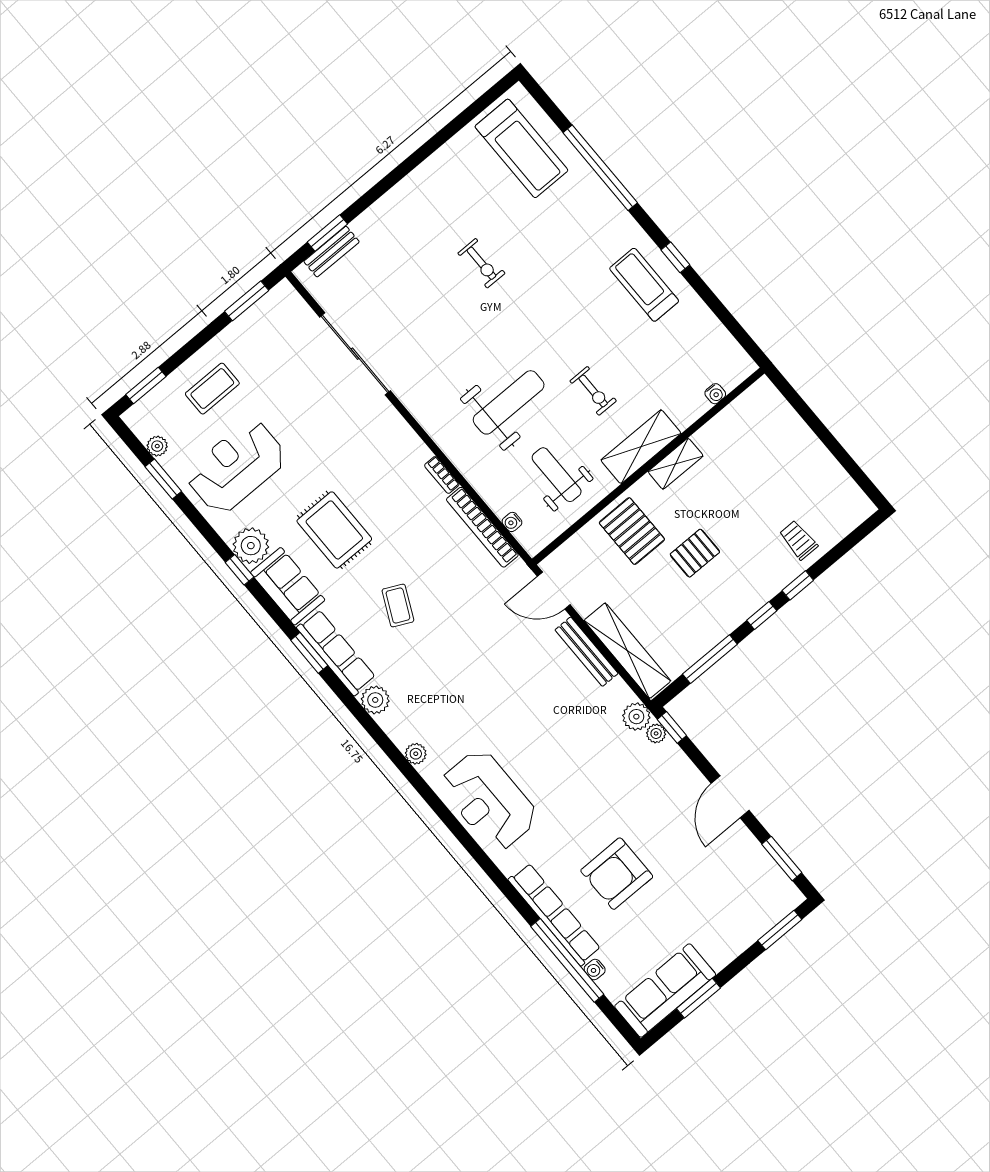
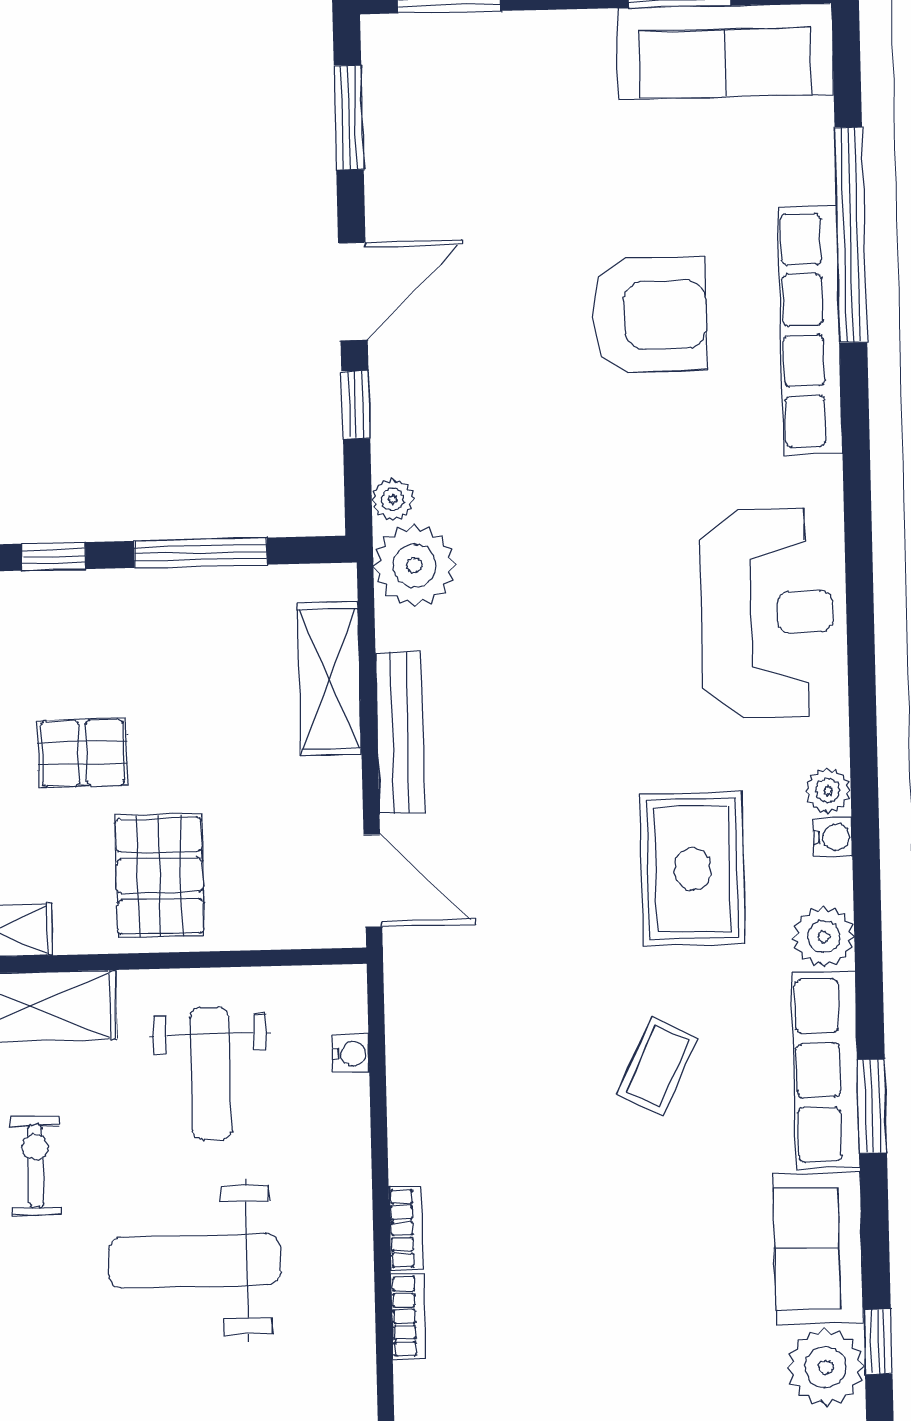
bookcase: (482, 527) -> (408, 1316), moved, width x0.43, depth x0.76
rug: (334, 530) -> (693, 869), moved
shelving: (627, 651) -> (329, 679), width x0.68
plant: (636, 717) -> (415, 566), width x1.36, depth x1.36
window: (672, 727) -> (356, 405), moved
water cooler: (595, 969) -> (833, 837), moved

